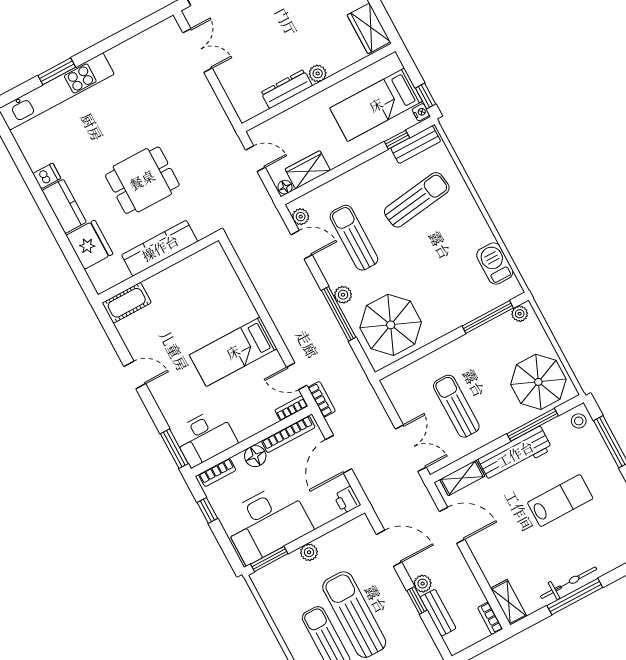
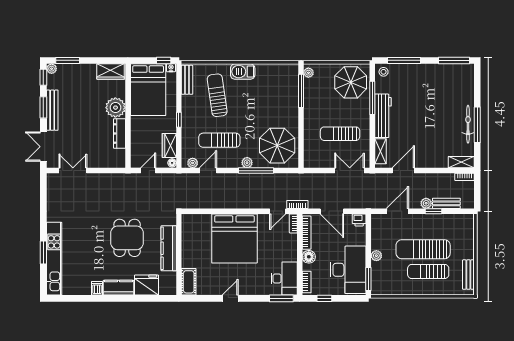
plant: (318, 73) -> (115, 108), width x1.87, depth x1.87
bed: (376, 105) -> (148, 90), width x1.50
window: (397, 140) -> (179, 120), moved
barbecue: (495, 264) -> (243, 72), moved
bed: (233, 352) -> (234, 238), width x2.04
lab bench: (560, 501) -> (421, 105), removed

